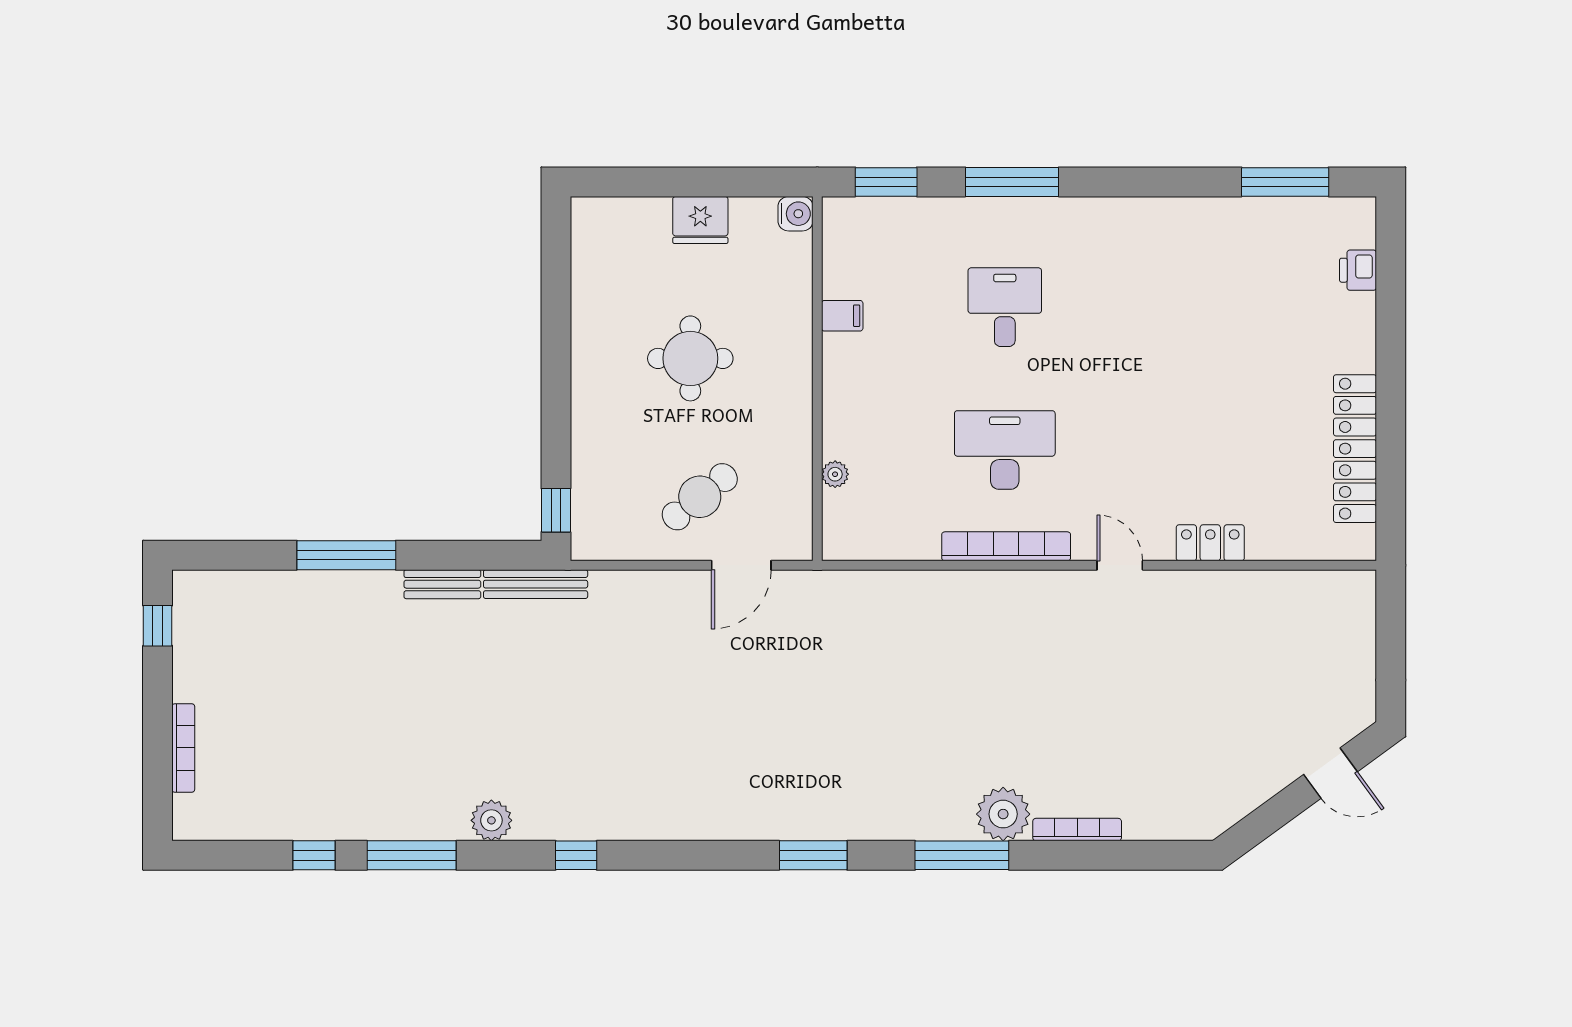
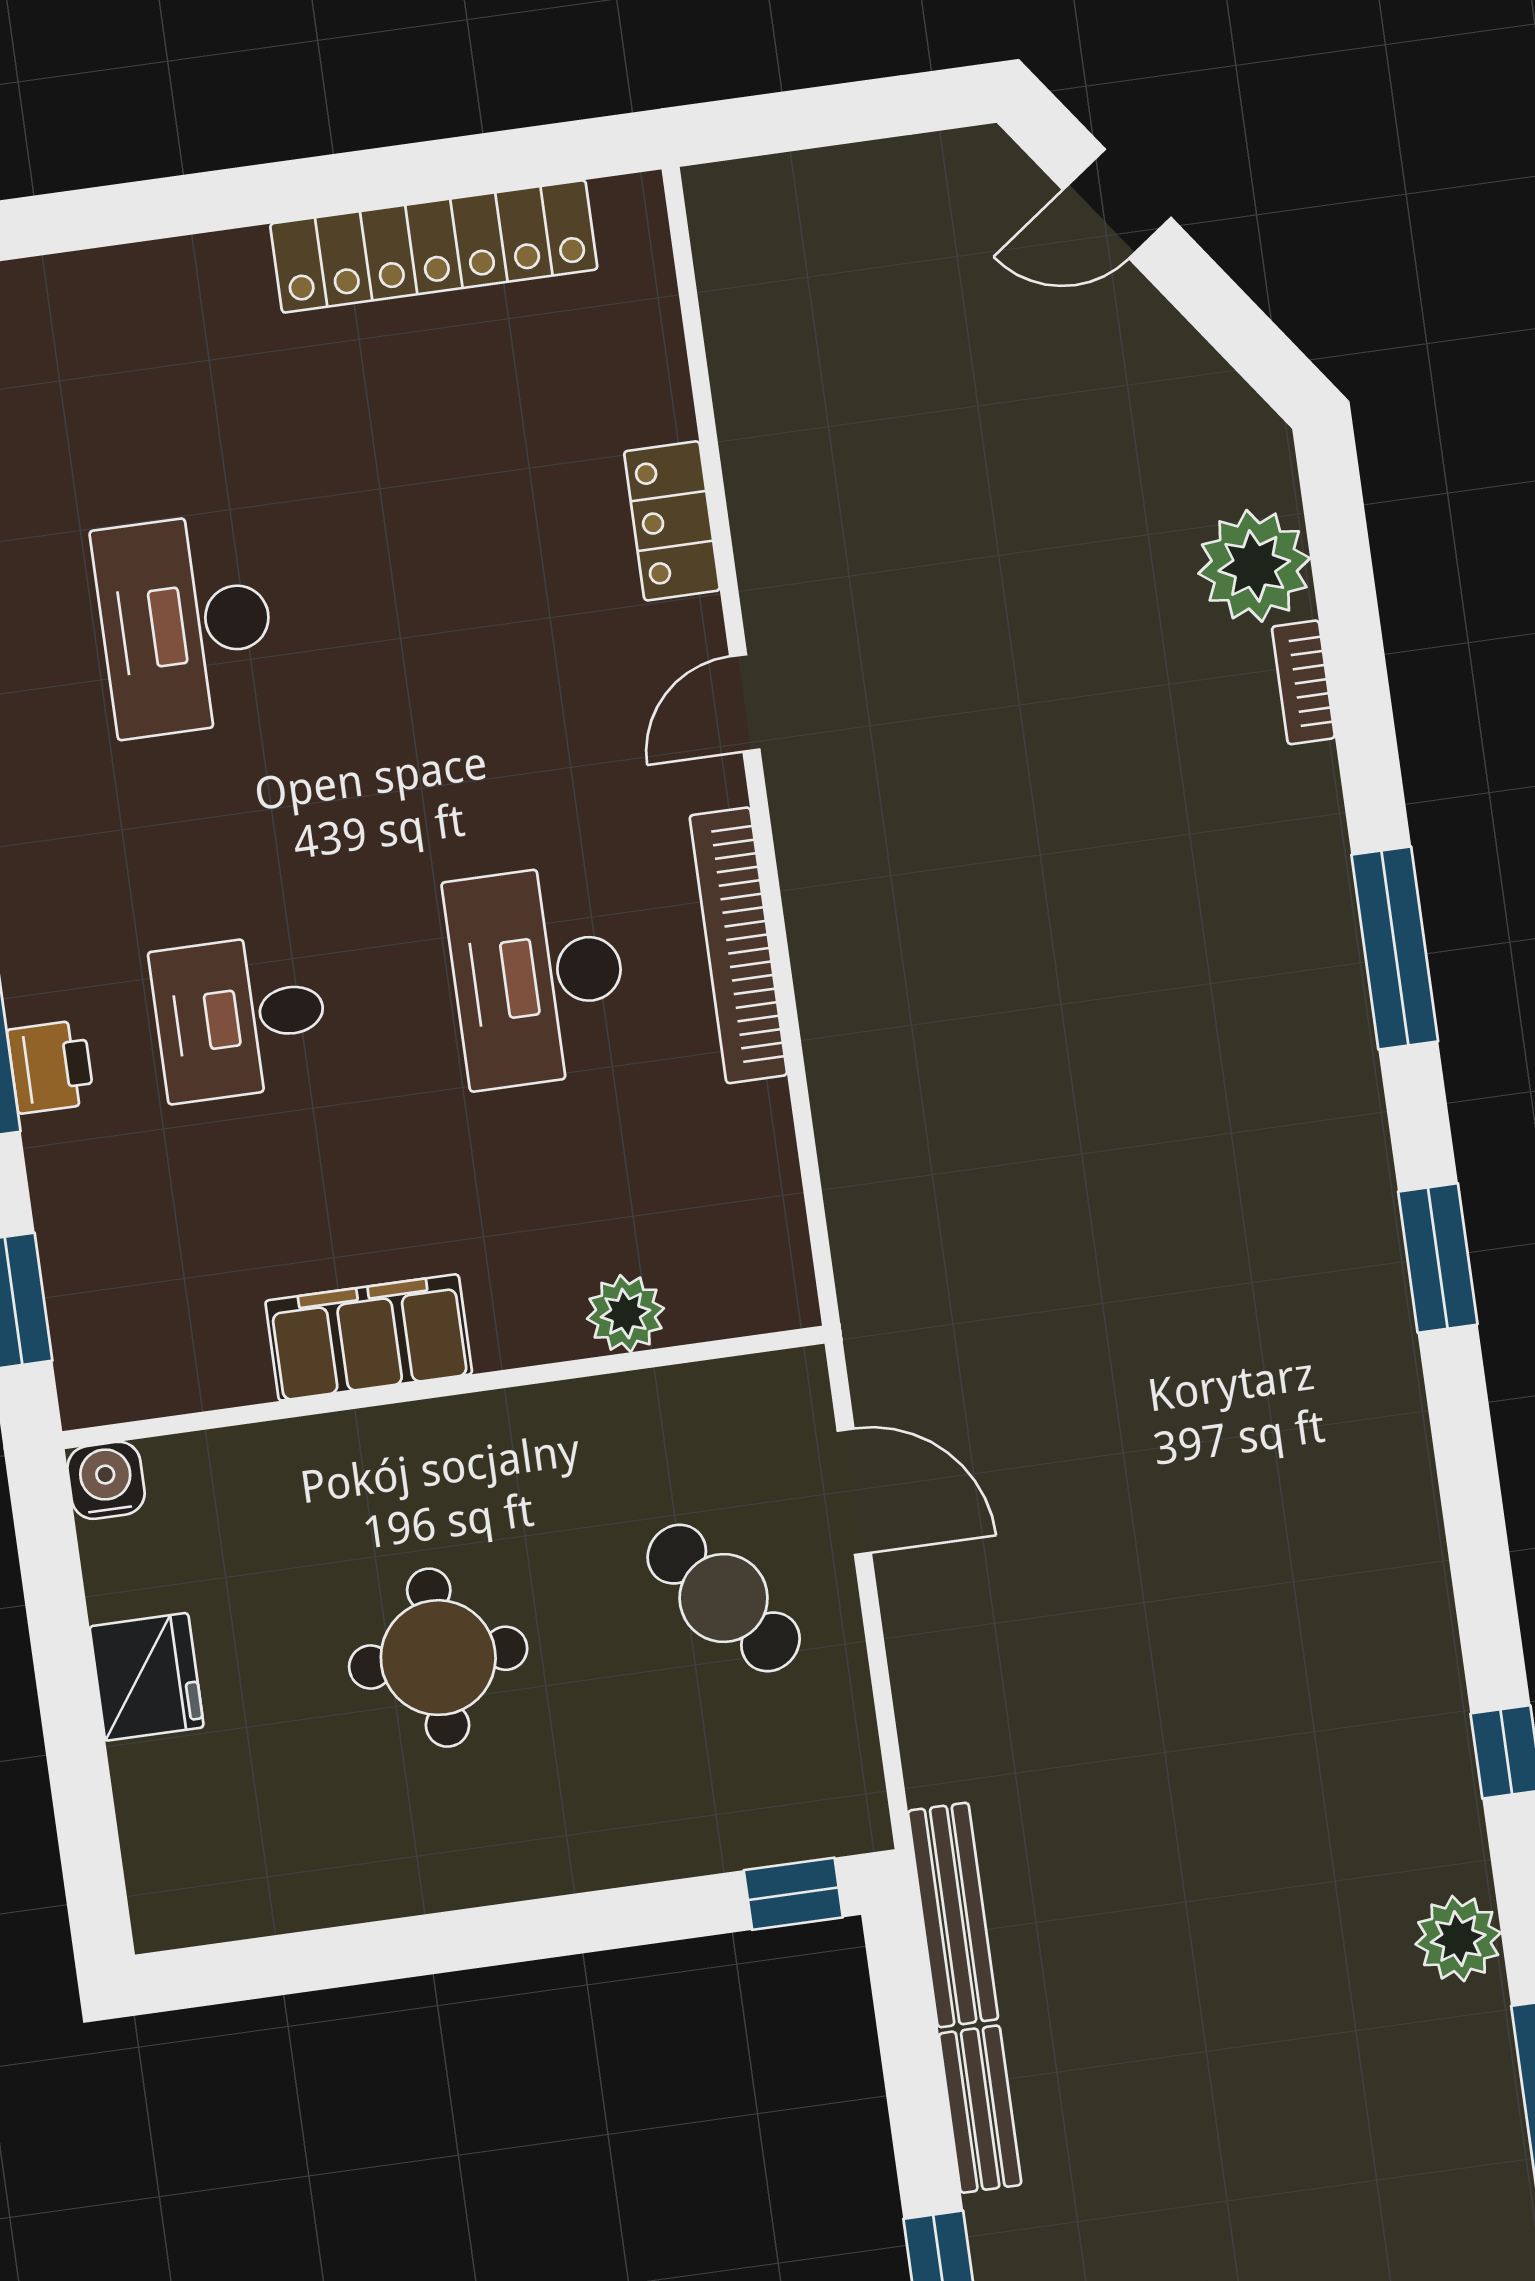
printer: (1358, 270) -> (51, 1067), moved, turned -90
desk: (1193, 307) -> (186, 625), added
filing cabinet: (842, 316) -> (369, 1337), width x3.00, depth x1.17
plant: (835, 474) -> (626, 1314), width x1.38, depth x1.38
door: (1331, 773) -> (1117, 204), swing flipped
plant: (1003, 814) -> (1254, 566), moved
bookcase: (1077, 830) -> (1303, 682), width x0.64

